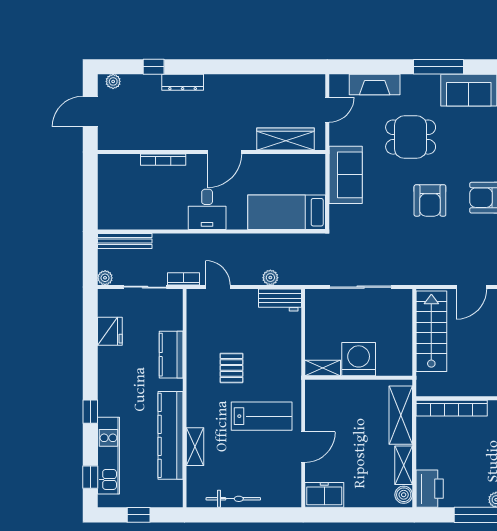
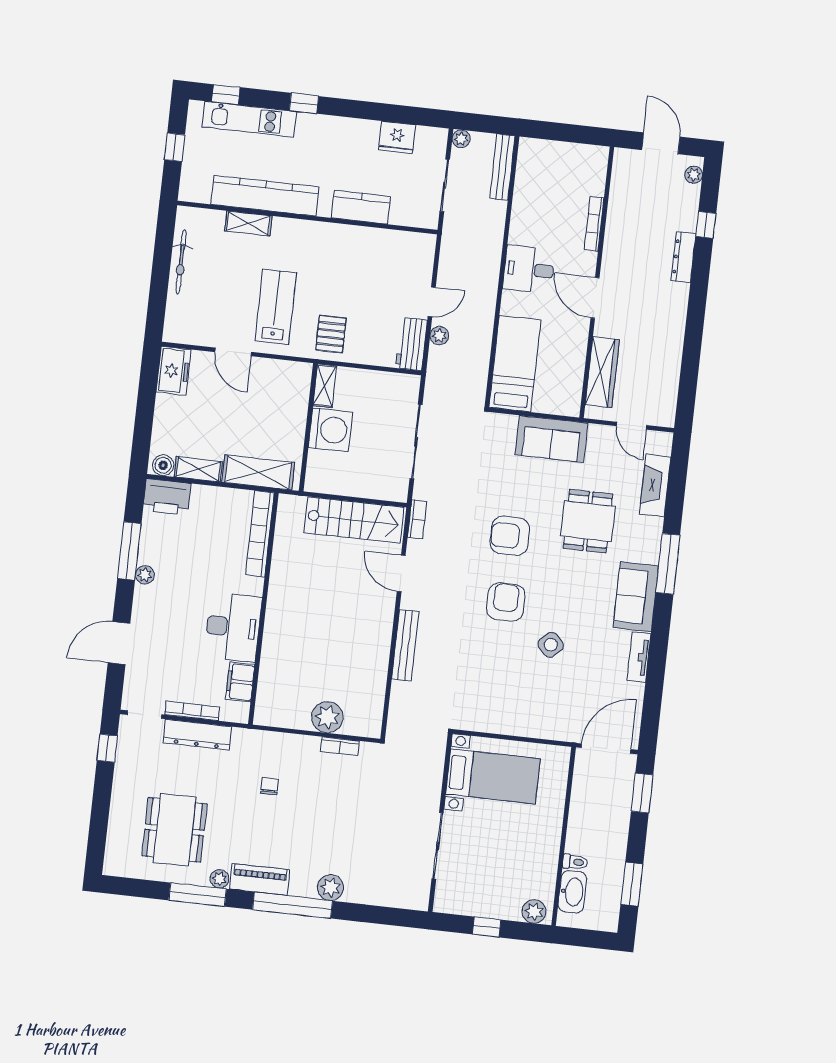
bookcase: (183, 279) -> (417, 519), moved
door: (218, 287) -> (432, 302), moved
pallet: (232, 368) -> (331, 334), moved, turned 90
lab bench: (262, 416) -> (276, 307), turned 180

